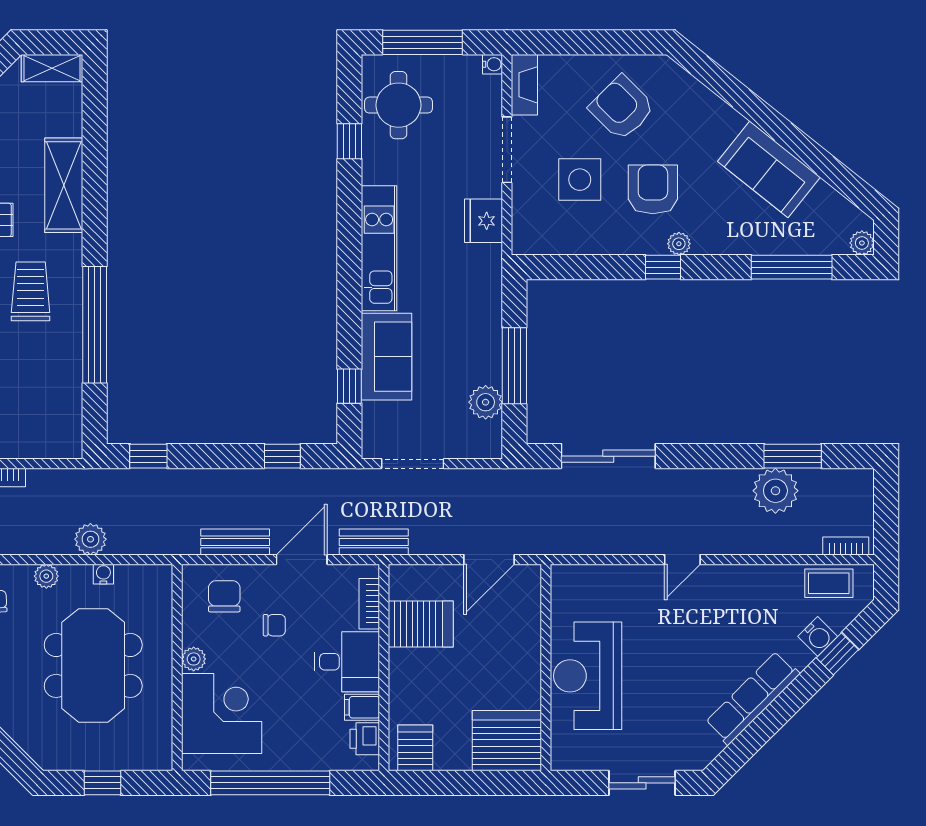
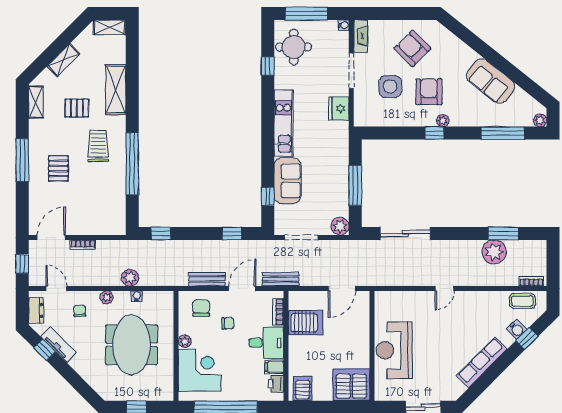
plant: (486, 402) -> (340, 226), moved

